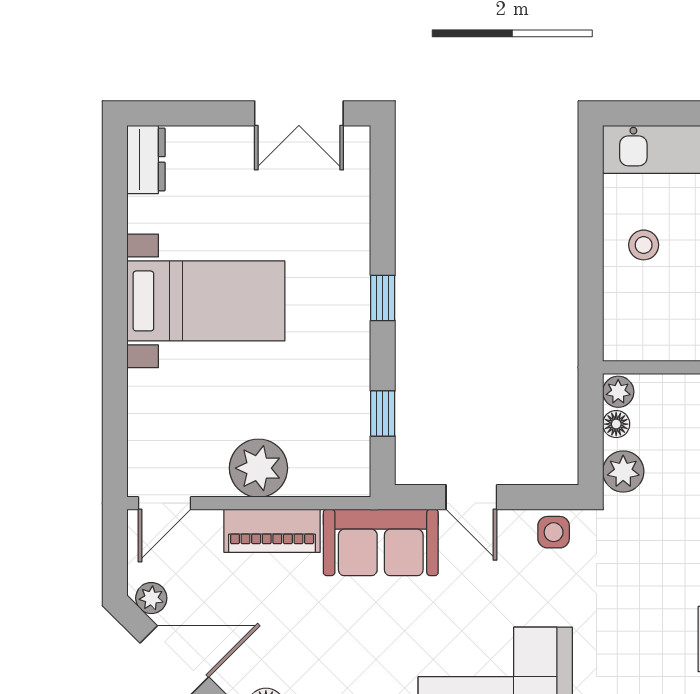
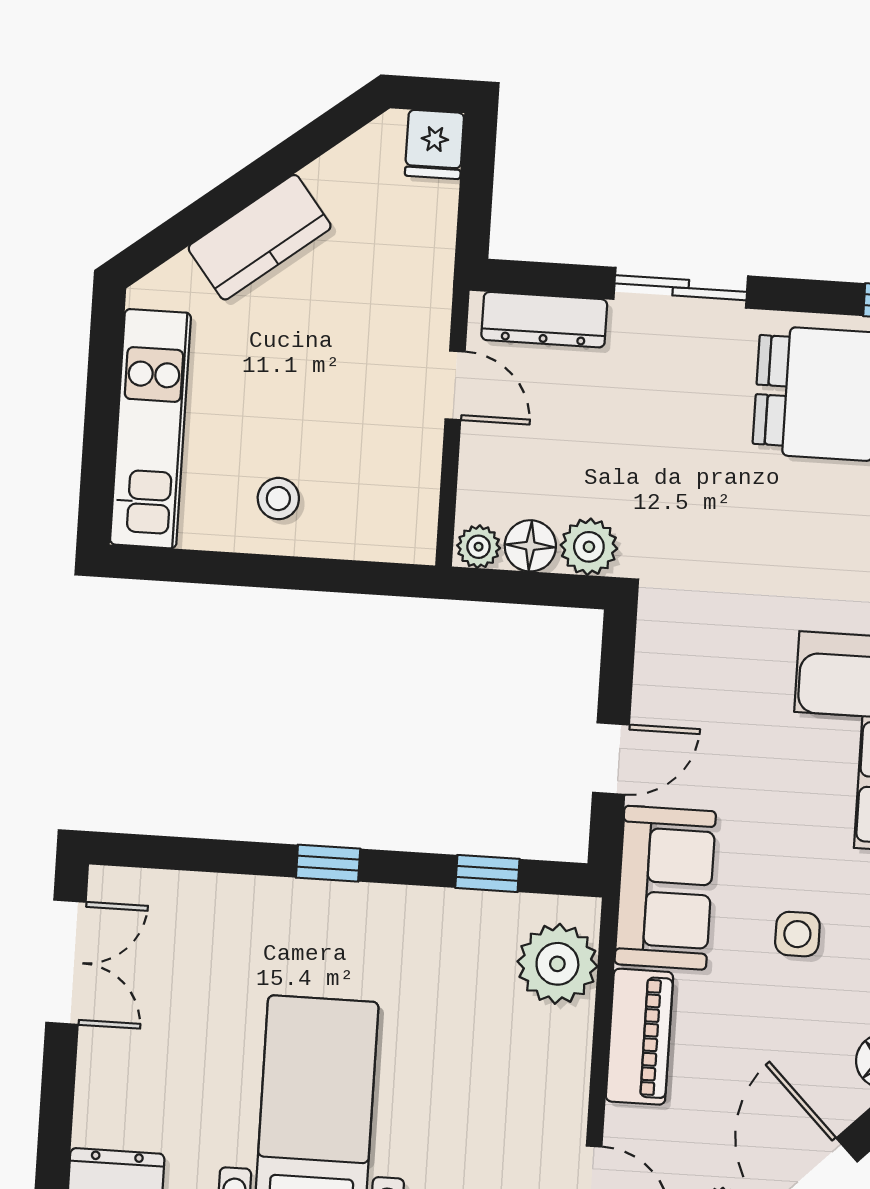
floor lamp: (616, 424) -> (530, 546), width x1.37, depth x1.37
plant: (258, 468) -> (557, 964), moved
side table: (554, 532) -> (797, 934), moved

